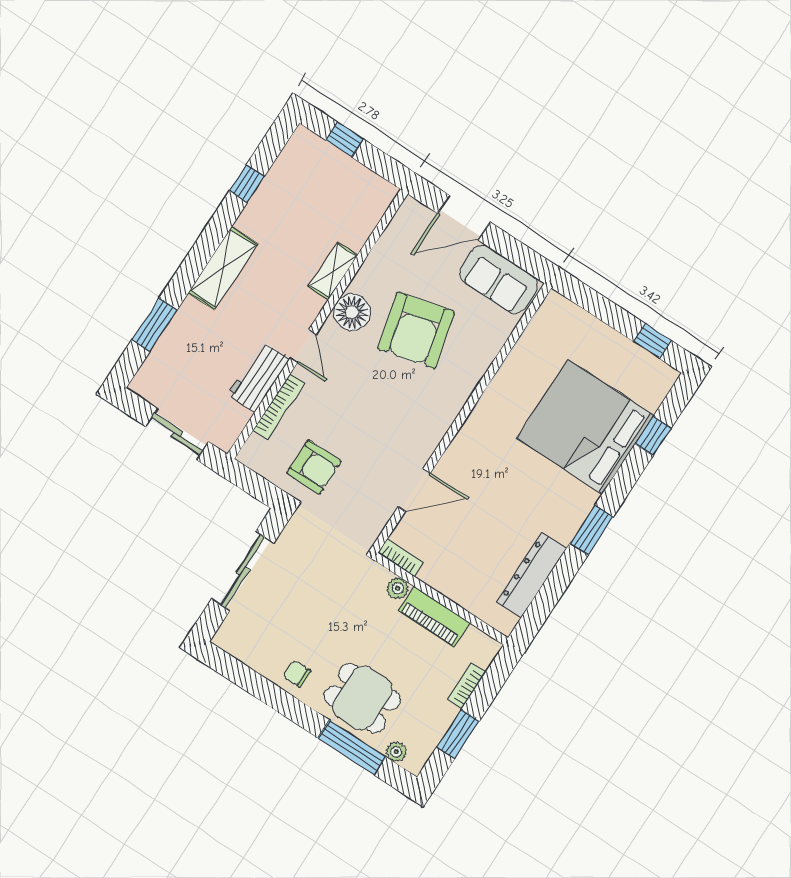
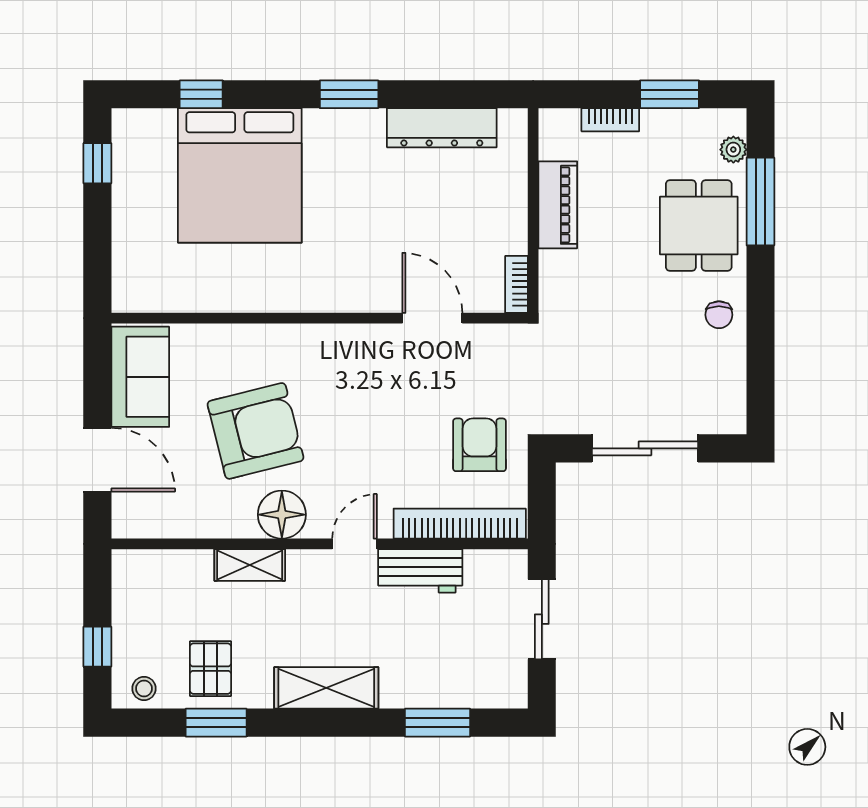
stool: (299, 152) -> (144, 688), added
window: (247, 184) -> (216, 723), width x1.50
pallet: (284, 203) -> (211, 669), added
bookcase: (279, 407) -> (460, 524), width x1.48, depth x1.31
plant: (398, 588) -> (553, 265), removed

